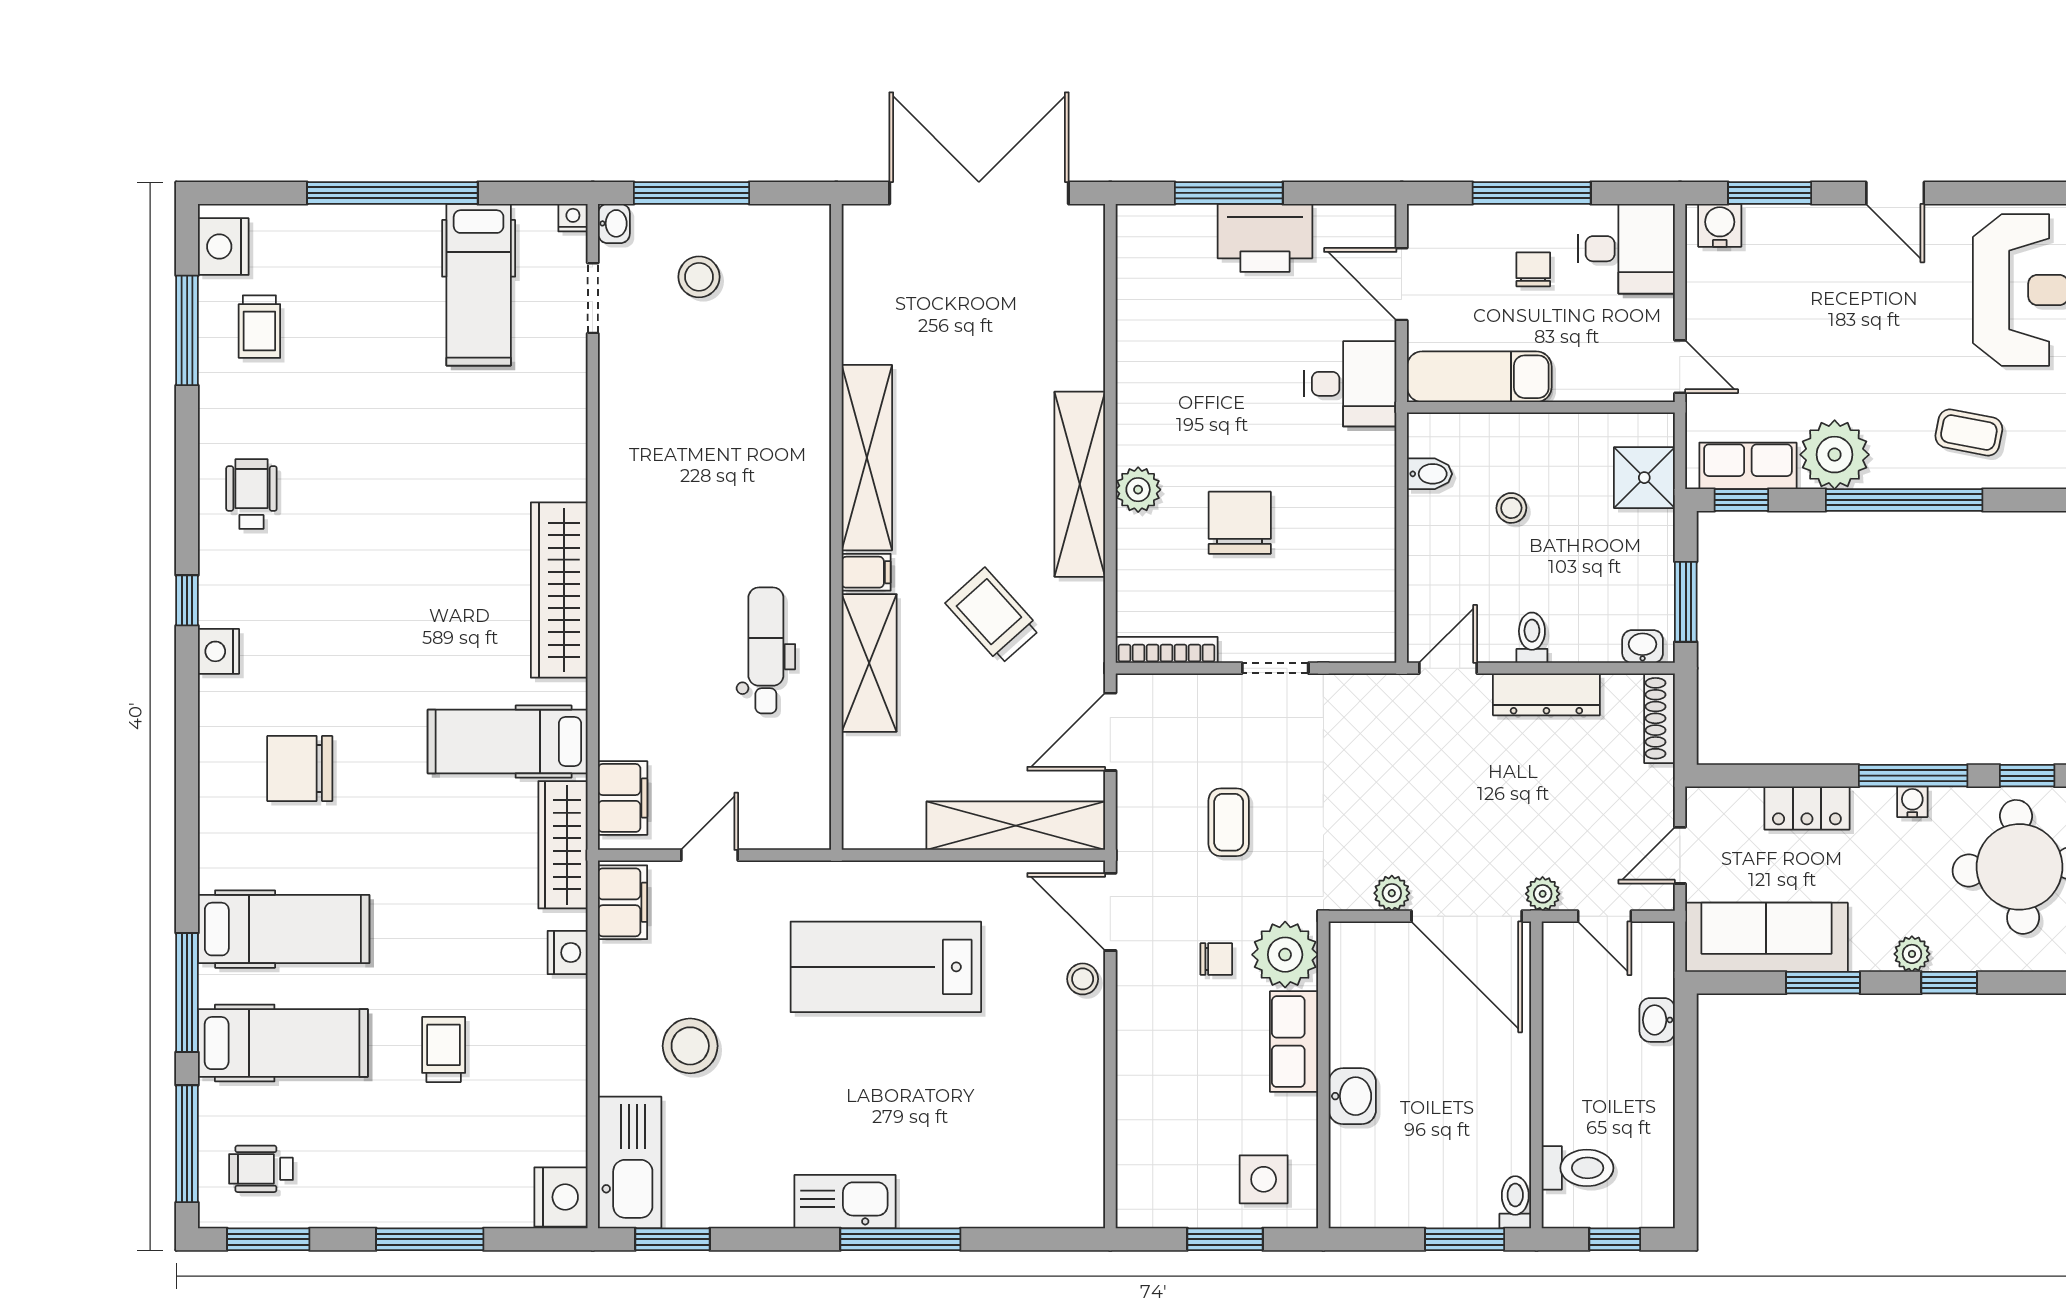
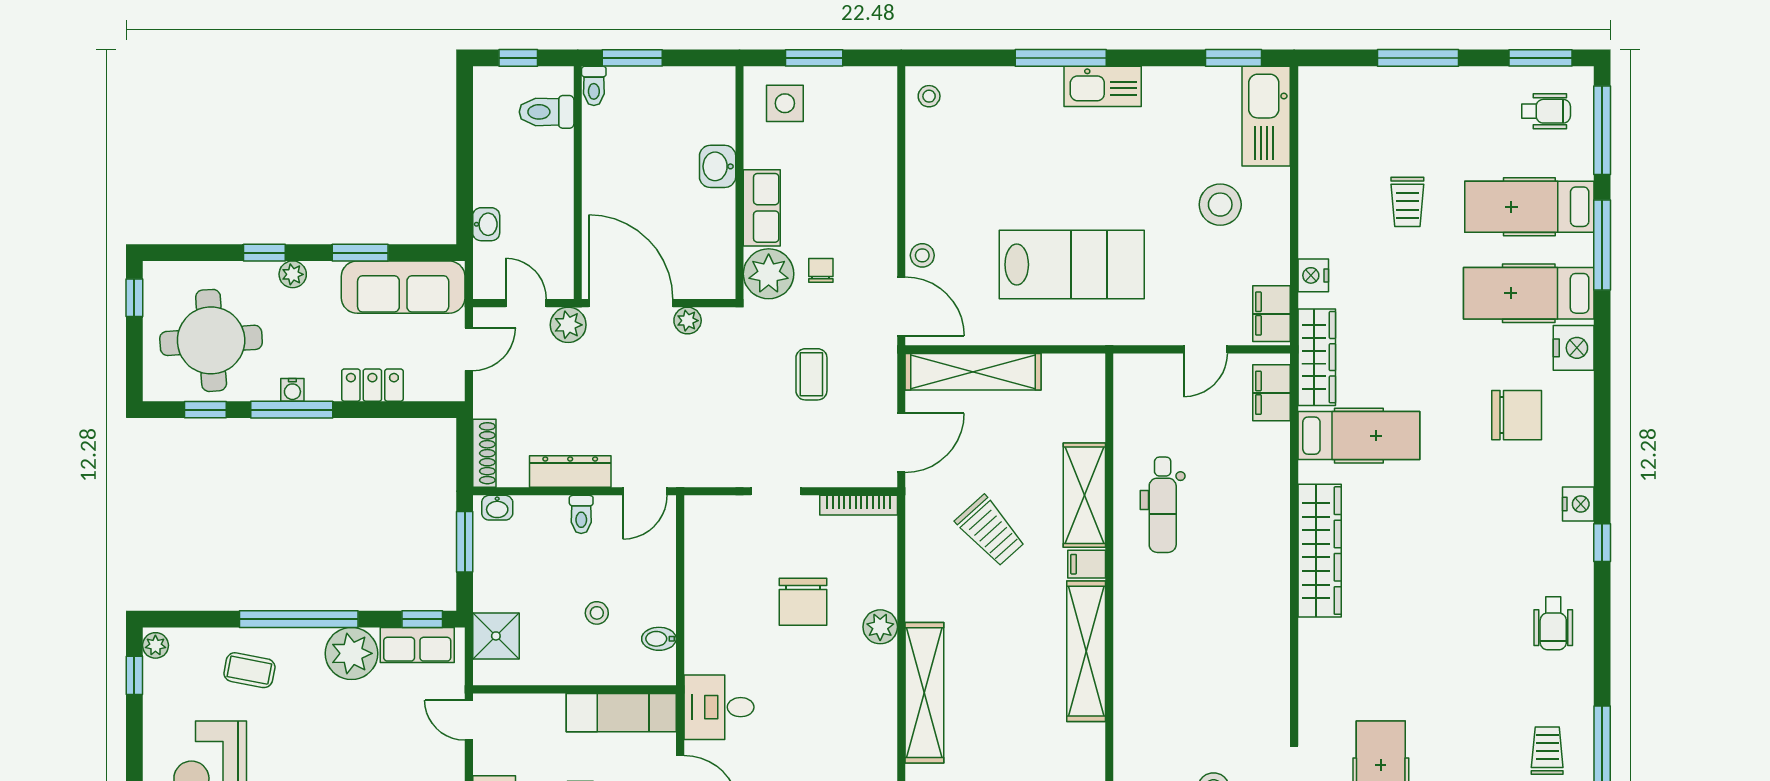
shelving: (1080, 484) -> (924, 693), moved
plant: (1543, 894) -> (568, 325), width x1.38, depth x1.38
chair: (1216, 959) -> (821, 270), turned 90
stool: (1074, 1189) -> (929, 96), added
nightstand: (561, 1197) -> (1574, 348), moved, turned 180

